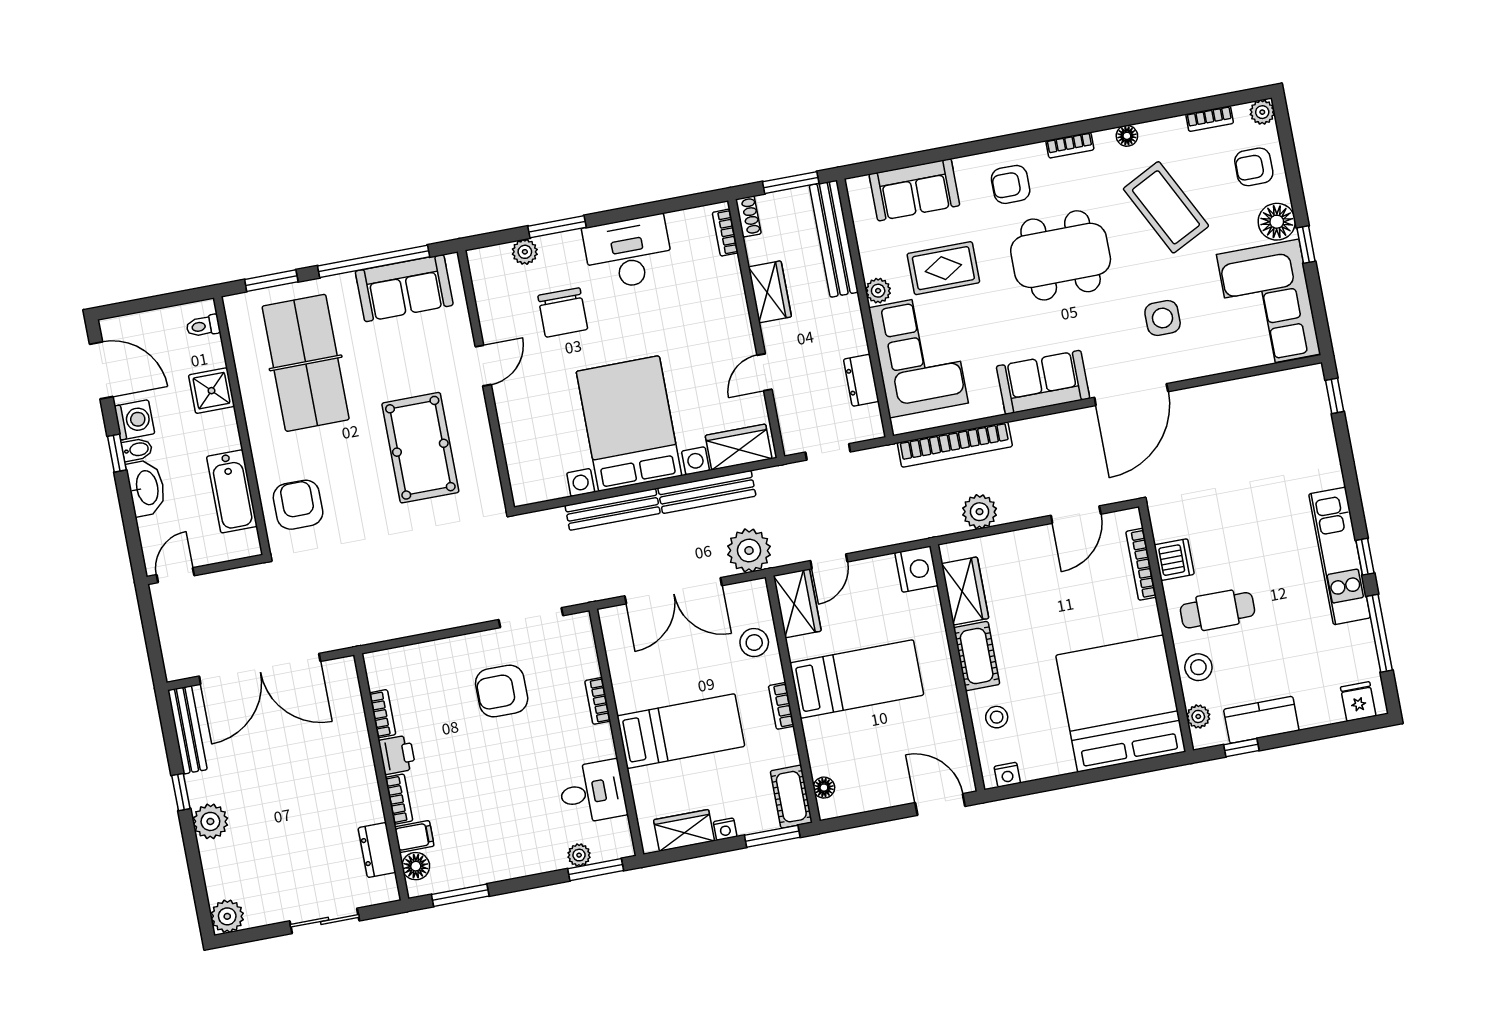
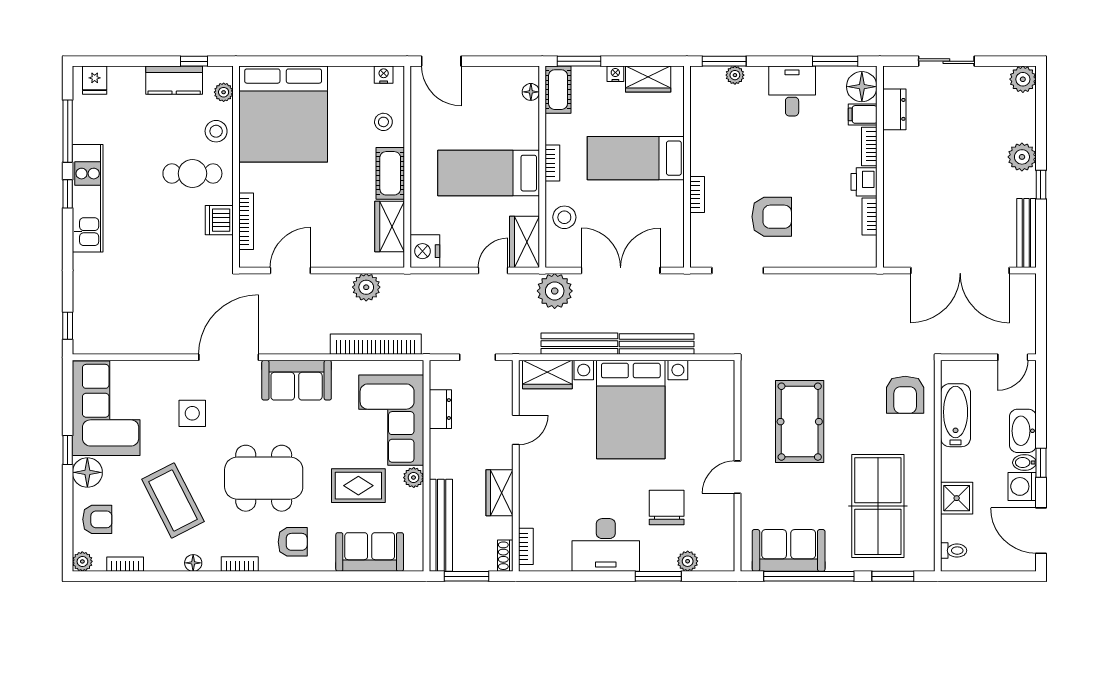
double door: (260, 669) -> (960, 270), swing flipped
desk: (592, 792) -> (792, 91), moved, turned 90
floor lamp: (416, 866) -> (862, 87), width x1.38, depth x1.38

